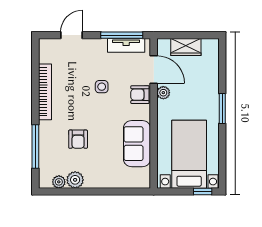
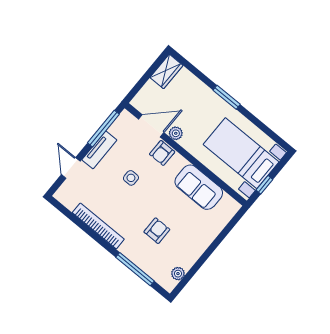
tv unit: (126, 45) -> (99, 150), moved
wardrobe: (186, 47) -> (166, 71), moved
armchair: (78, 139) -> (157, 231), turned -90
plant: (75, 180) -> (187, 259), removed
window: (203, 192) -> (264, 185), moved

